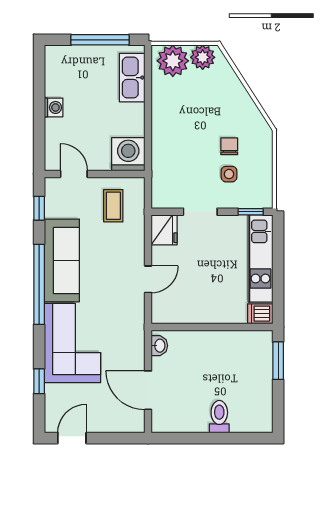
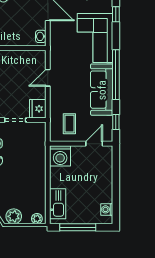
plant: (173, 61) -> (37, 219), width x0.53, depth x0.53
washing machine: (54, 107) -> (107, 209), moved
door: (74, 174) -> (94, 144), swing flipped

